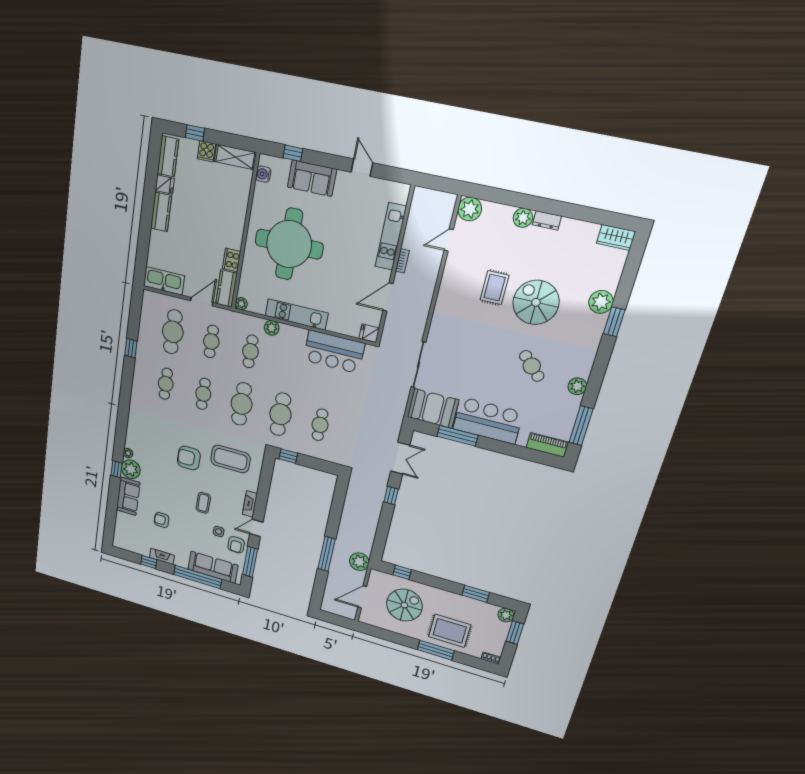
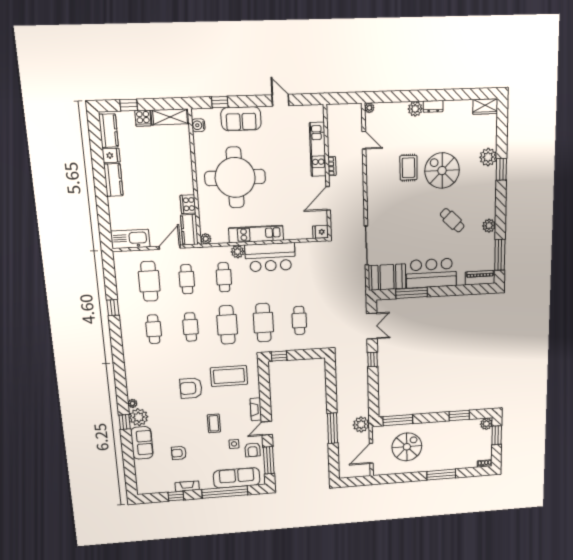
plant: (470, 209) -> (369, 108), width x0.53, depth x0.53
door: (449, 240) -> (364, 140), swing flipped
bar counter: (334, 352) -> (270, 257), moved
window: (402, 572) -> (398, 420), width x2.17
rug: (450, 631) -> (448, 454), removed

